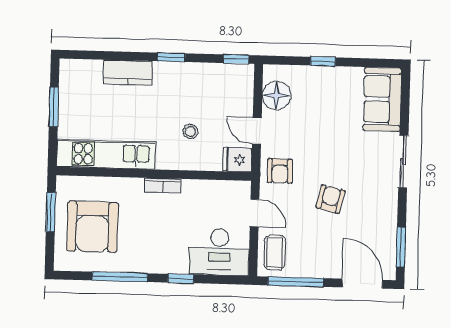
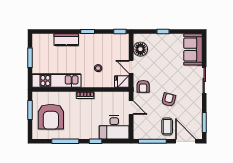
coffee table: (275, 253) -> (167, 127), moved

